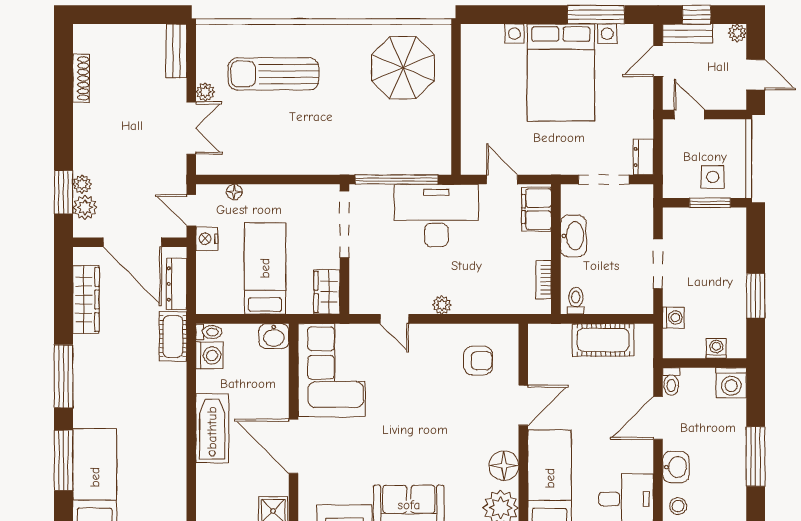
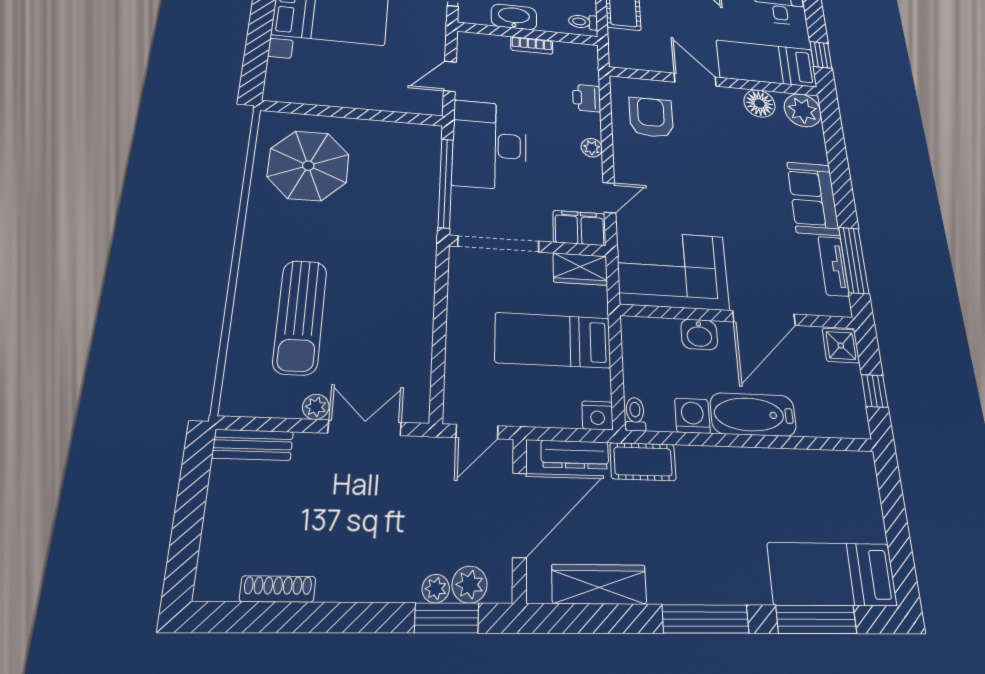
floor lamp: (234, 192) -> (454, 374), removed
filing cabinet: (536, 209) -> (579, 228), moved, turned 180
nightstand: (207, 239) -> (598, 415), moved
bookcase: (544, 280) -> (532, 45), moved
printer: (492, 302) -> (587, 98), added
washbasin: (274, 336) -> (699, 334), moved, turned 90
washing machine: (209, 355) -> (692, 416), moved
armchair: (478, 361) -> (651, 117), width x1.38, depth x1.38

